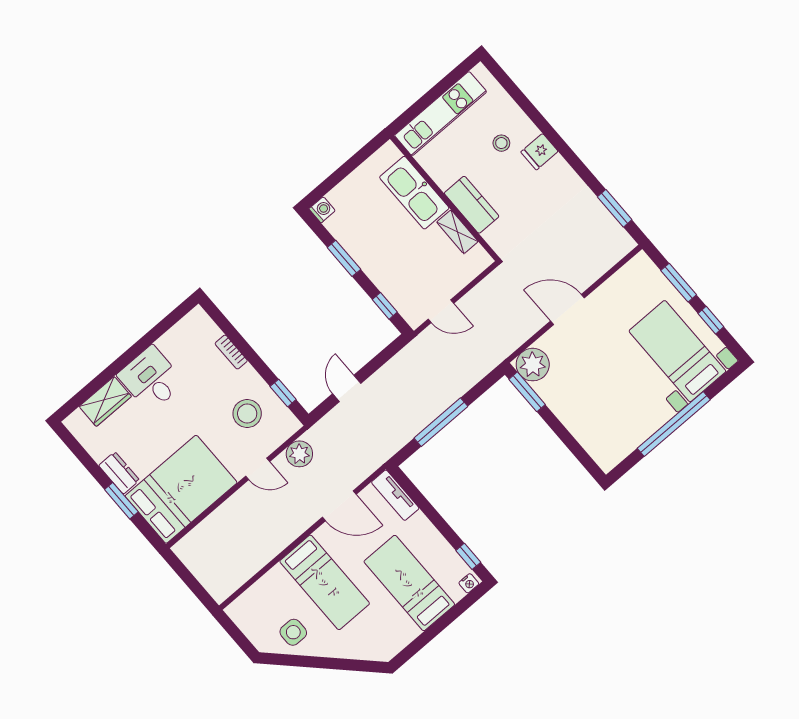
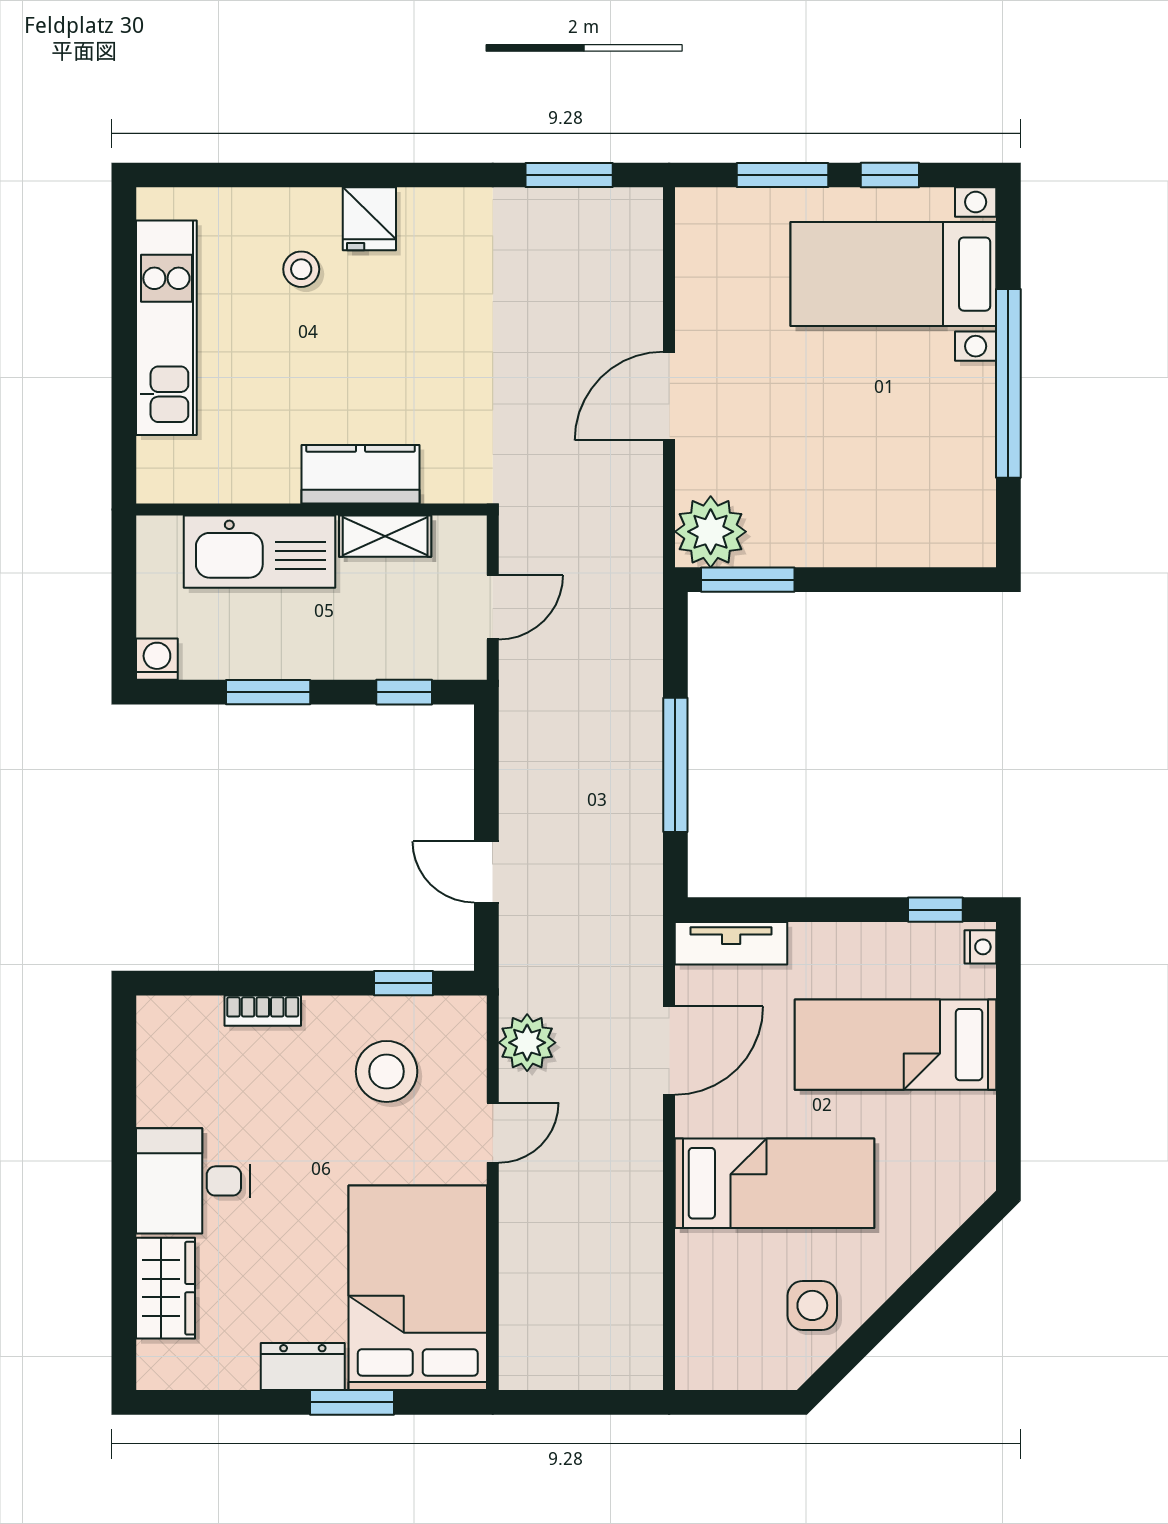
kitchen sink: (414, 193) -> (260, 552), moved
wall: (445, 198) -> (312, 510), moved
kitchen counter: (472, 205) -> (361, 474), moved
shelving: (457, 232) -> (385, 536), moved

